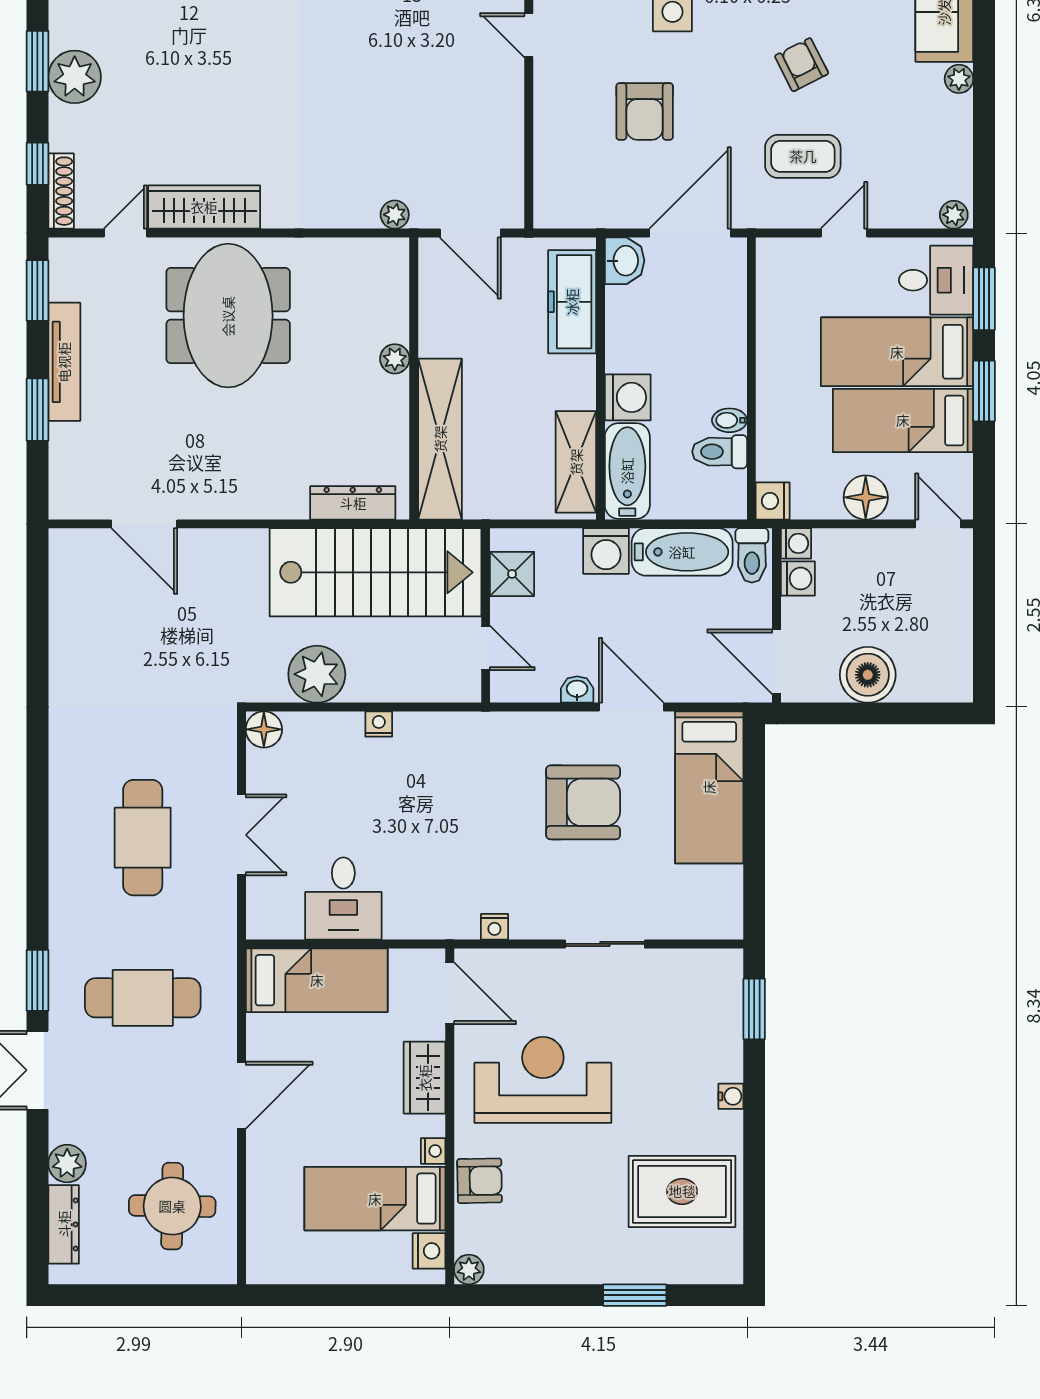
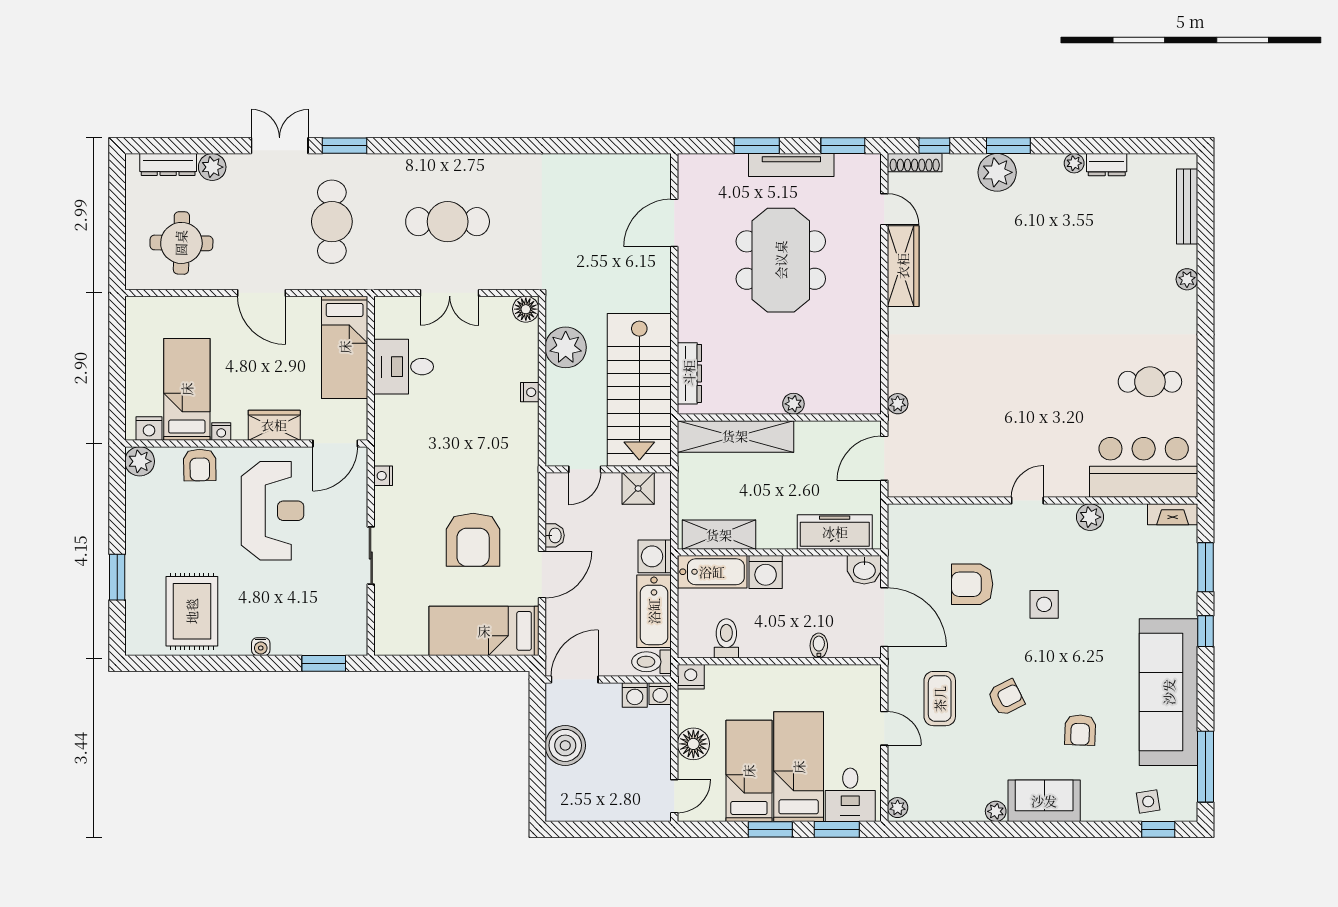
meeting table: (228, 316) -> (781, 260), moved, turned 90
bidet: (729, 420) -> (819, 646), moved
plant: (469, 1269) -> (140, 461), width x1.38, depth x1.38

